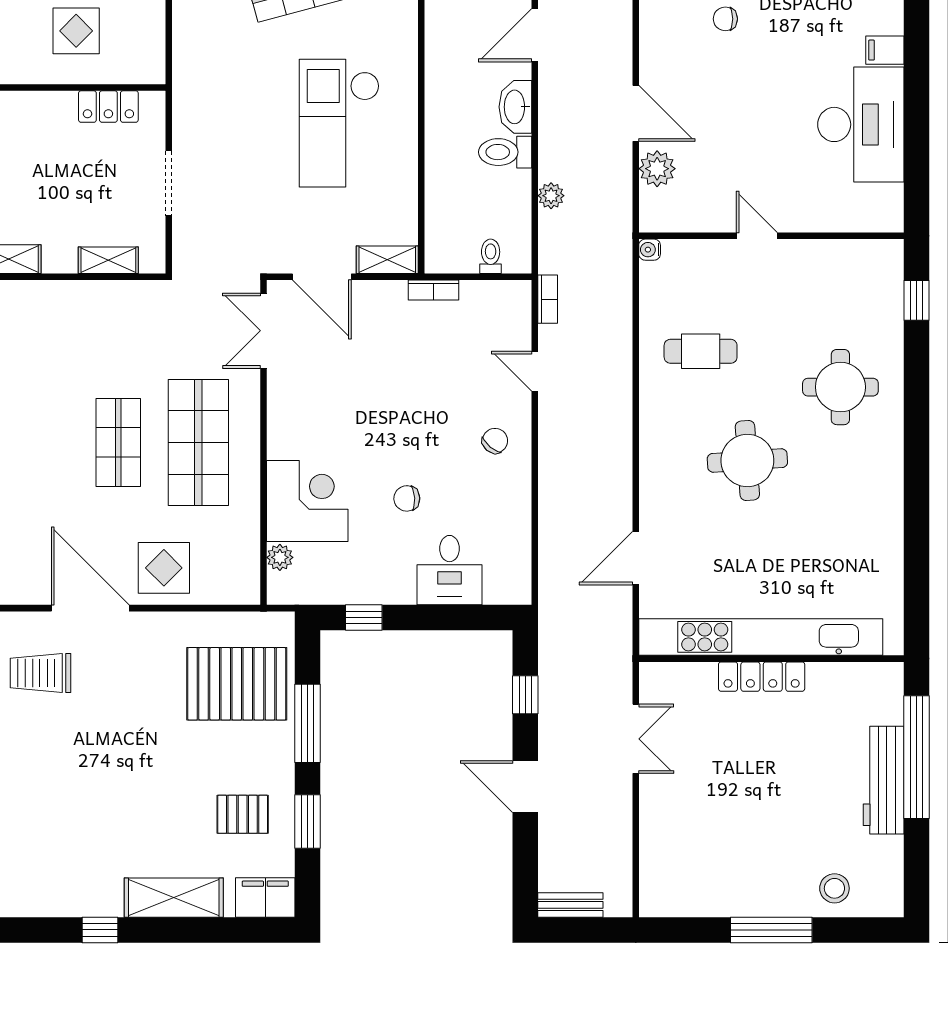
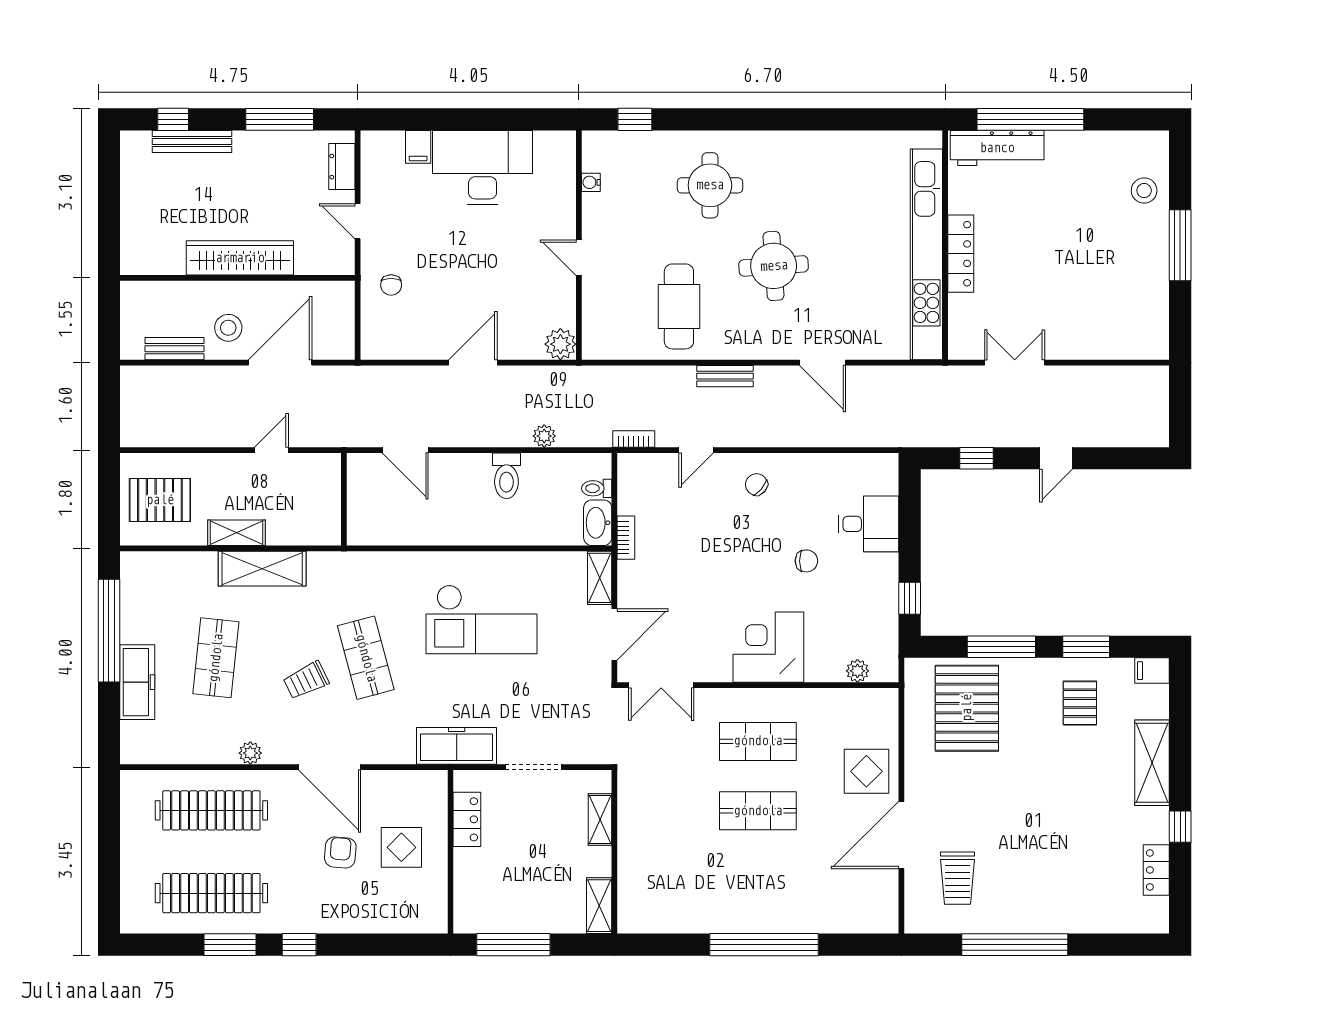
freezer: (193, 94) -> (457, 746), added
washbasin: (515, 107) -> (598, 523), moved, turned 90
plant: (657, 169) -> (560, 344), moved
door: (757, 236) -> (579, 258), hinge flipped
water cooler: (650, 250) -> (591, 182), moved, turned 90
cafe table: (701, 351) -> (679, 306), width x1.37, depth x1.35
shop shelf: (198, 442) -> (758, 741), width x0.70, depth x0.74
chair: (407, 498) -> (806, 561), turned -87
corner desk: (307, 501) -> (768, 647), moved
door: (636, 558) -> (822, 363), moved
workbench: (884, 780) -> (997, 148), moved
door: (525, 787) -> (1056, 458), width x0.73
filing cabinet: (265, 898) -> (1152, 671), width x0.50
locker: (50, 902) -> (1156, 870), added
bench: (570, 905) -> (725, 376), moved, turned 90

